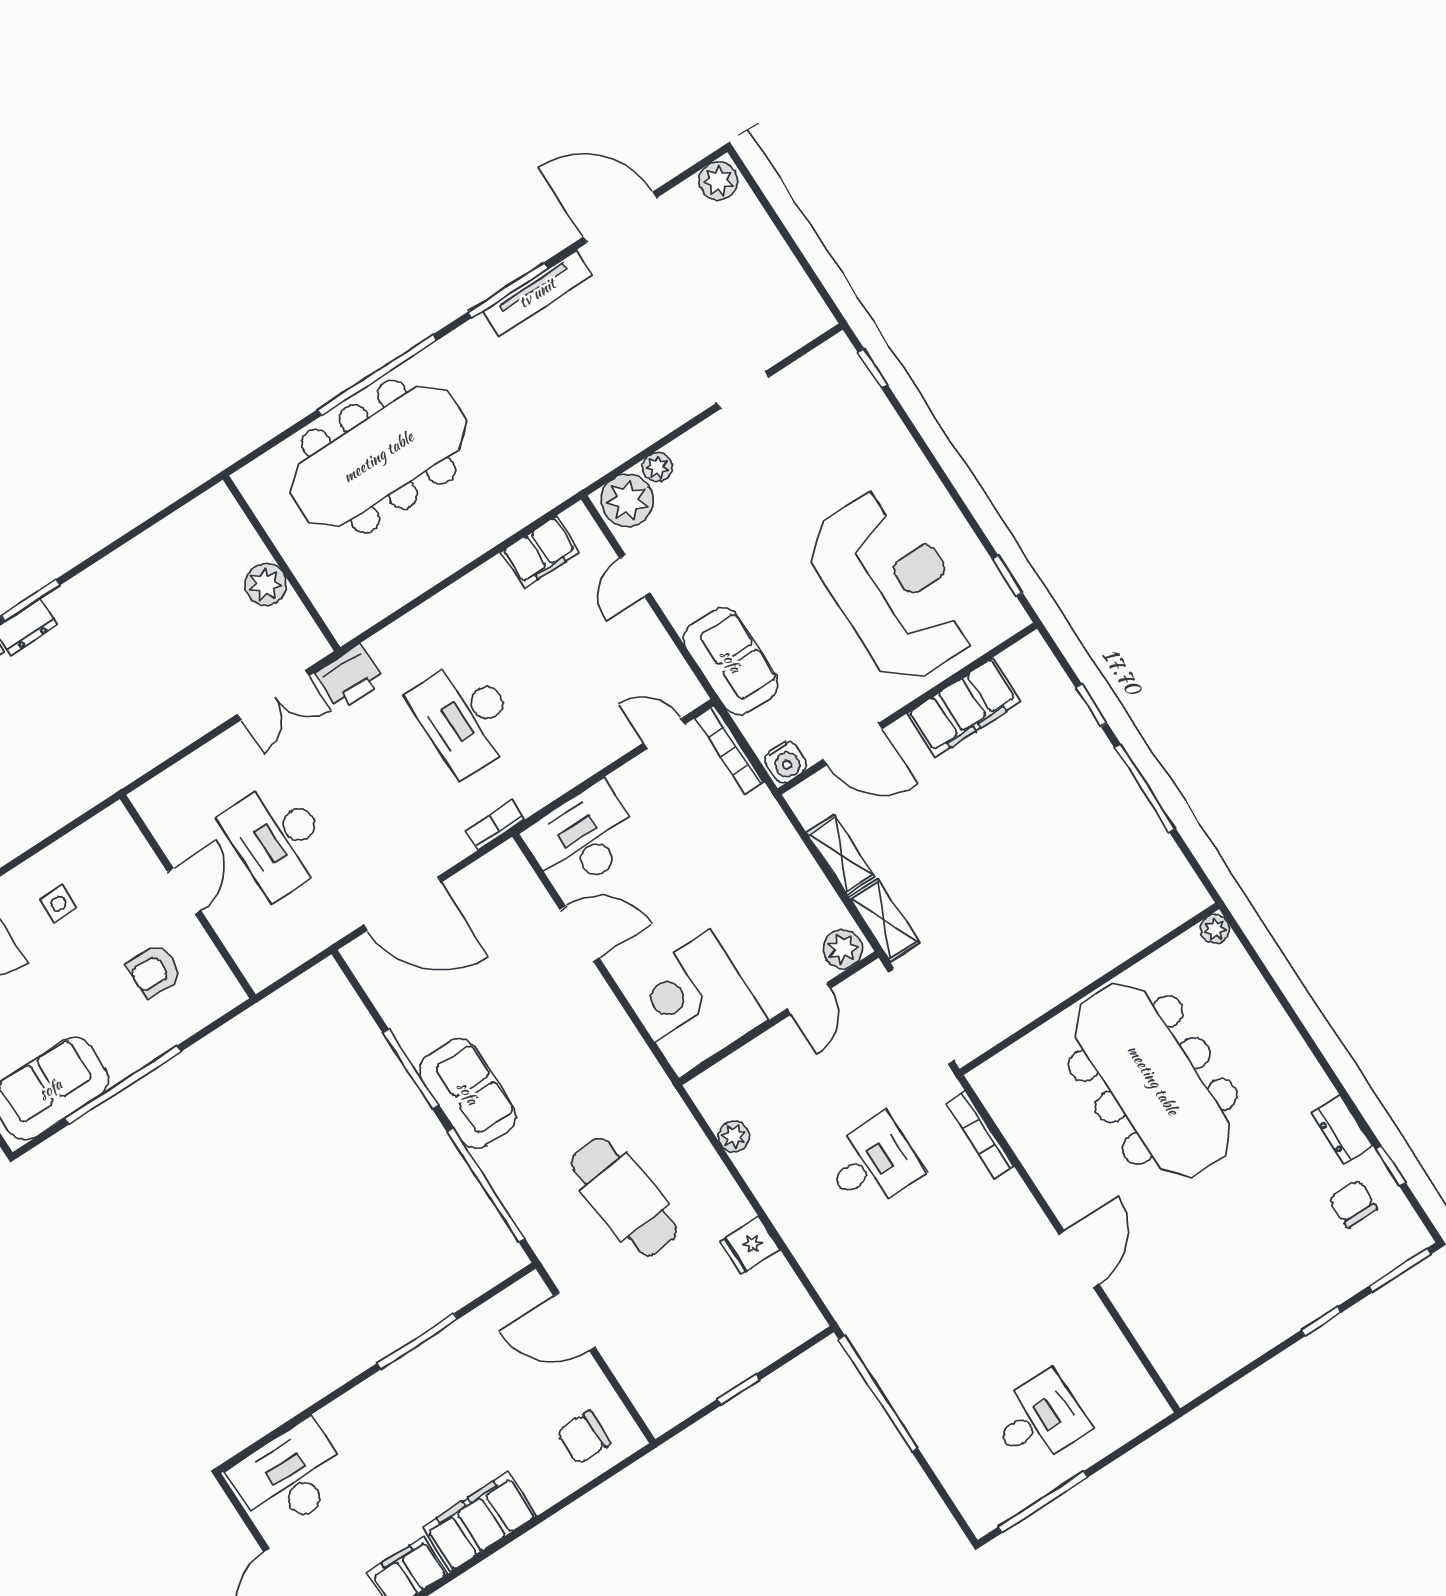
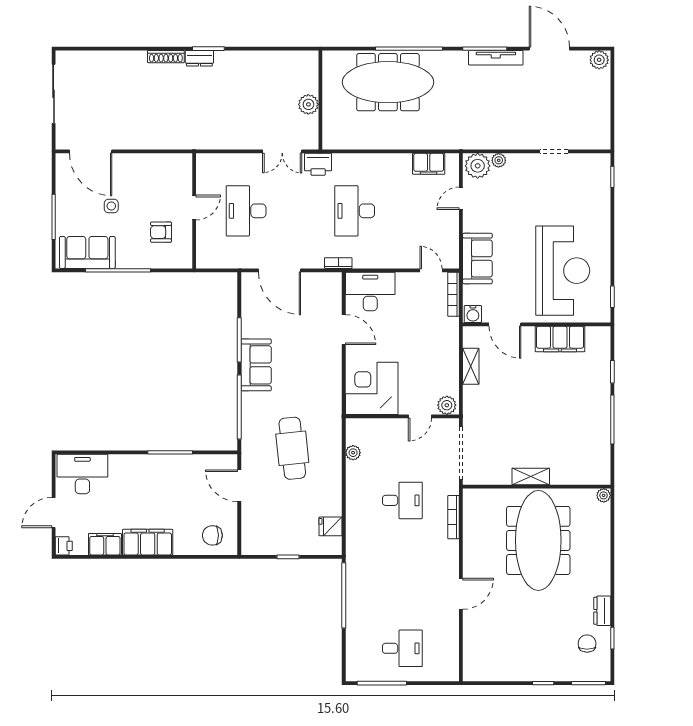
side table: (59, 904) -> (111, 206), moved
shelving: (884, 920) -> (531, 476), moved, turned 90
fridge: (750, 1246) -> (331, 526), moved

